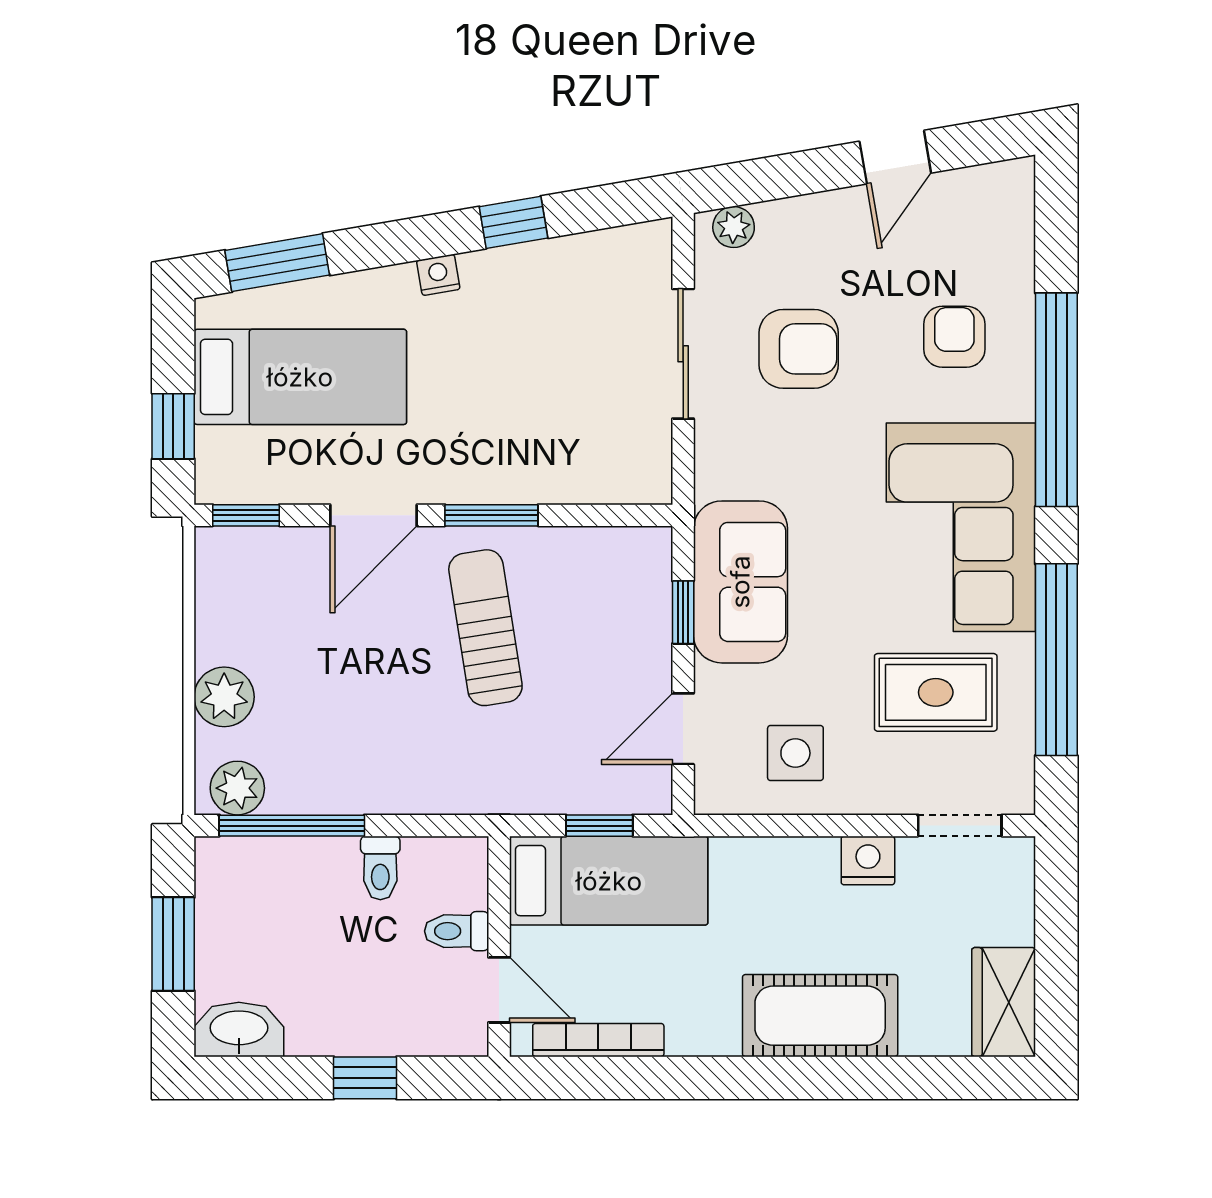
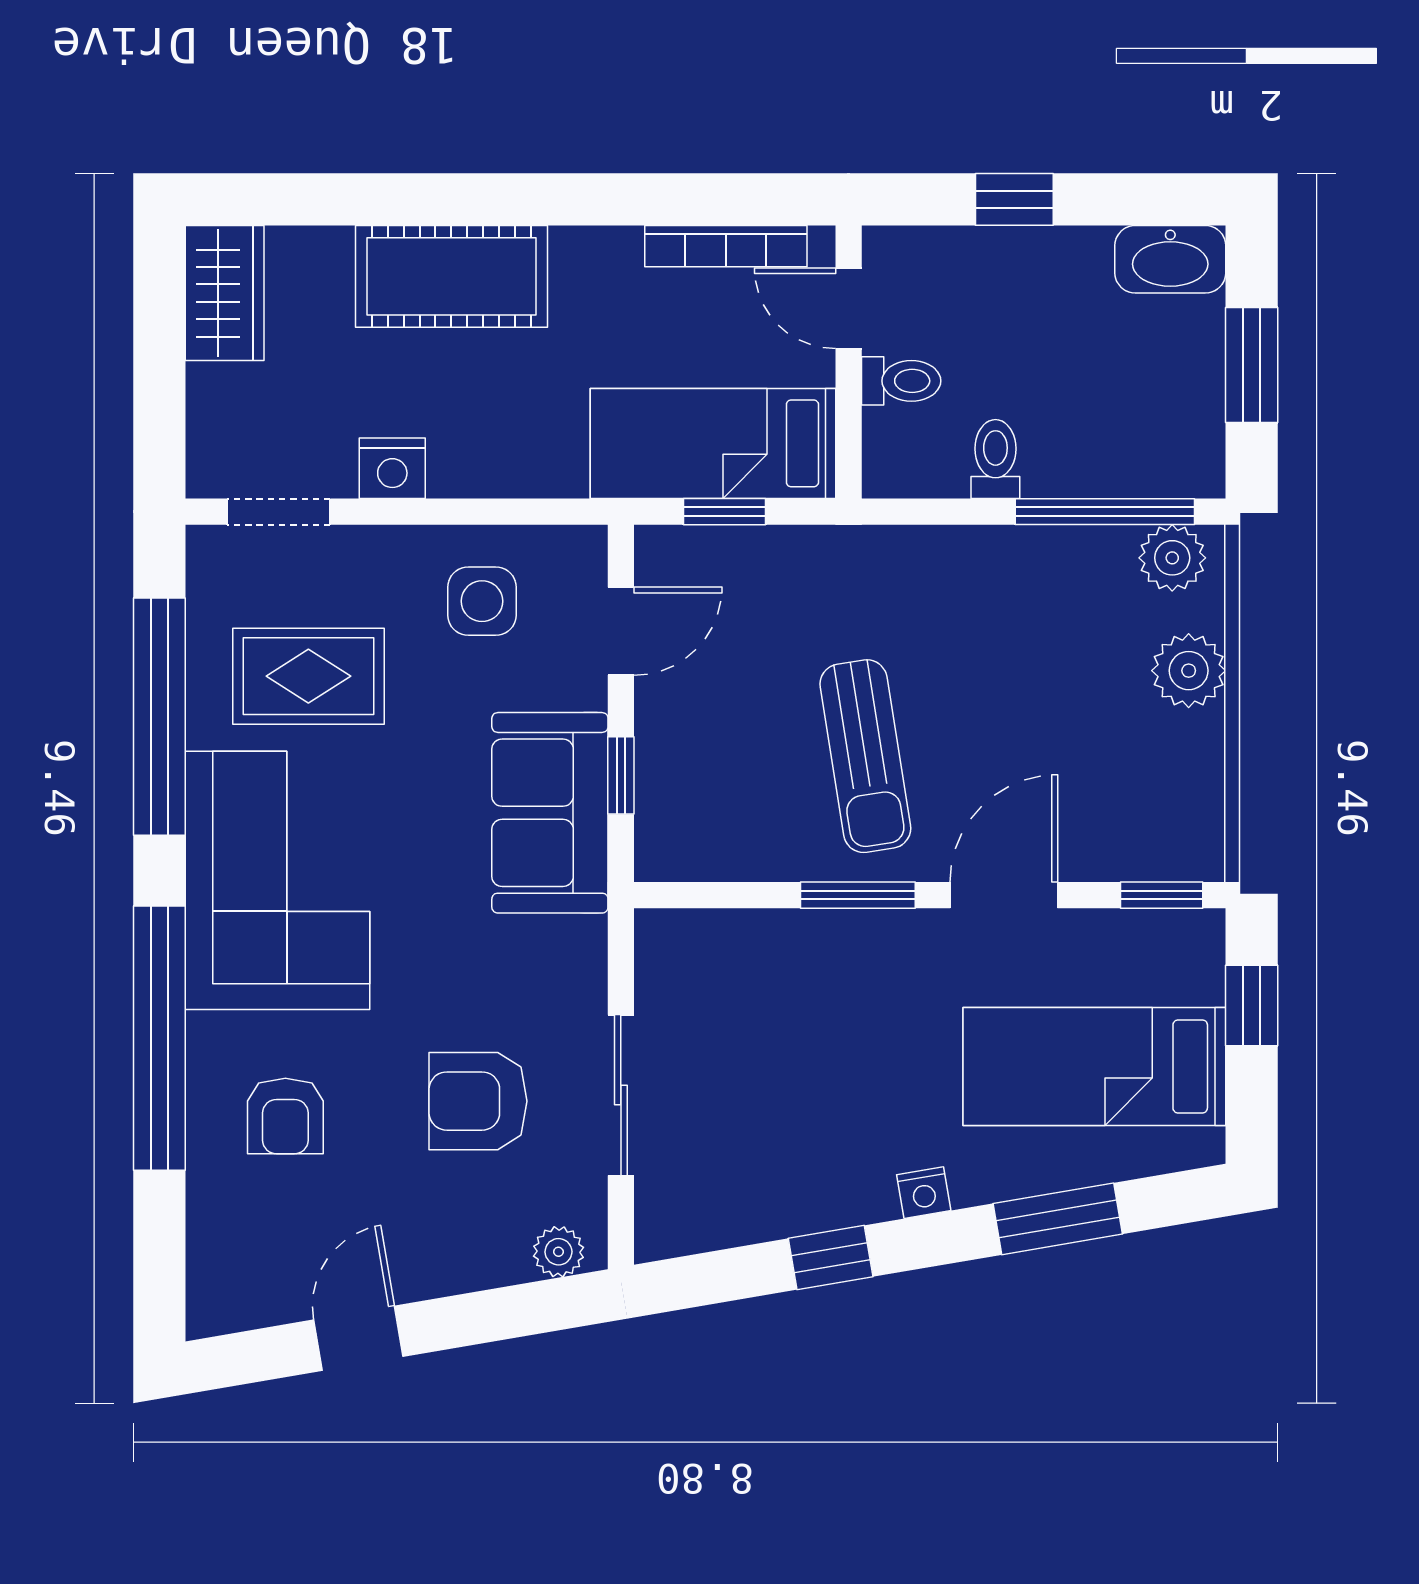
window: (277, 263) -> (1058, 1219), moved

